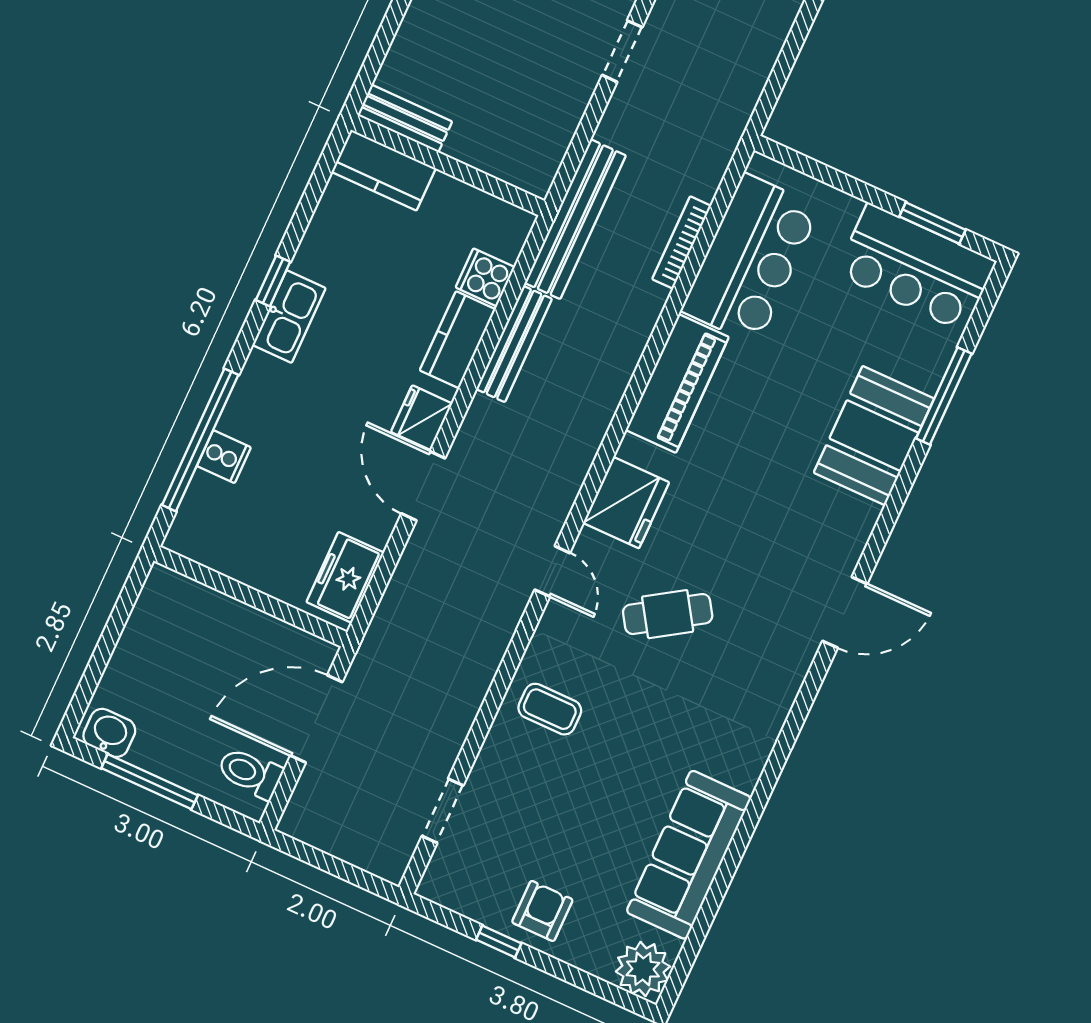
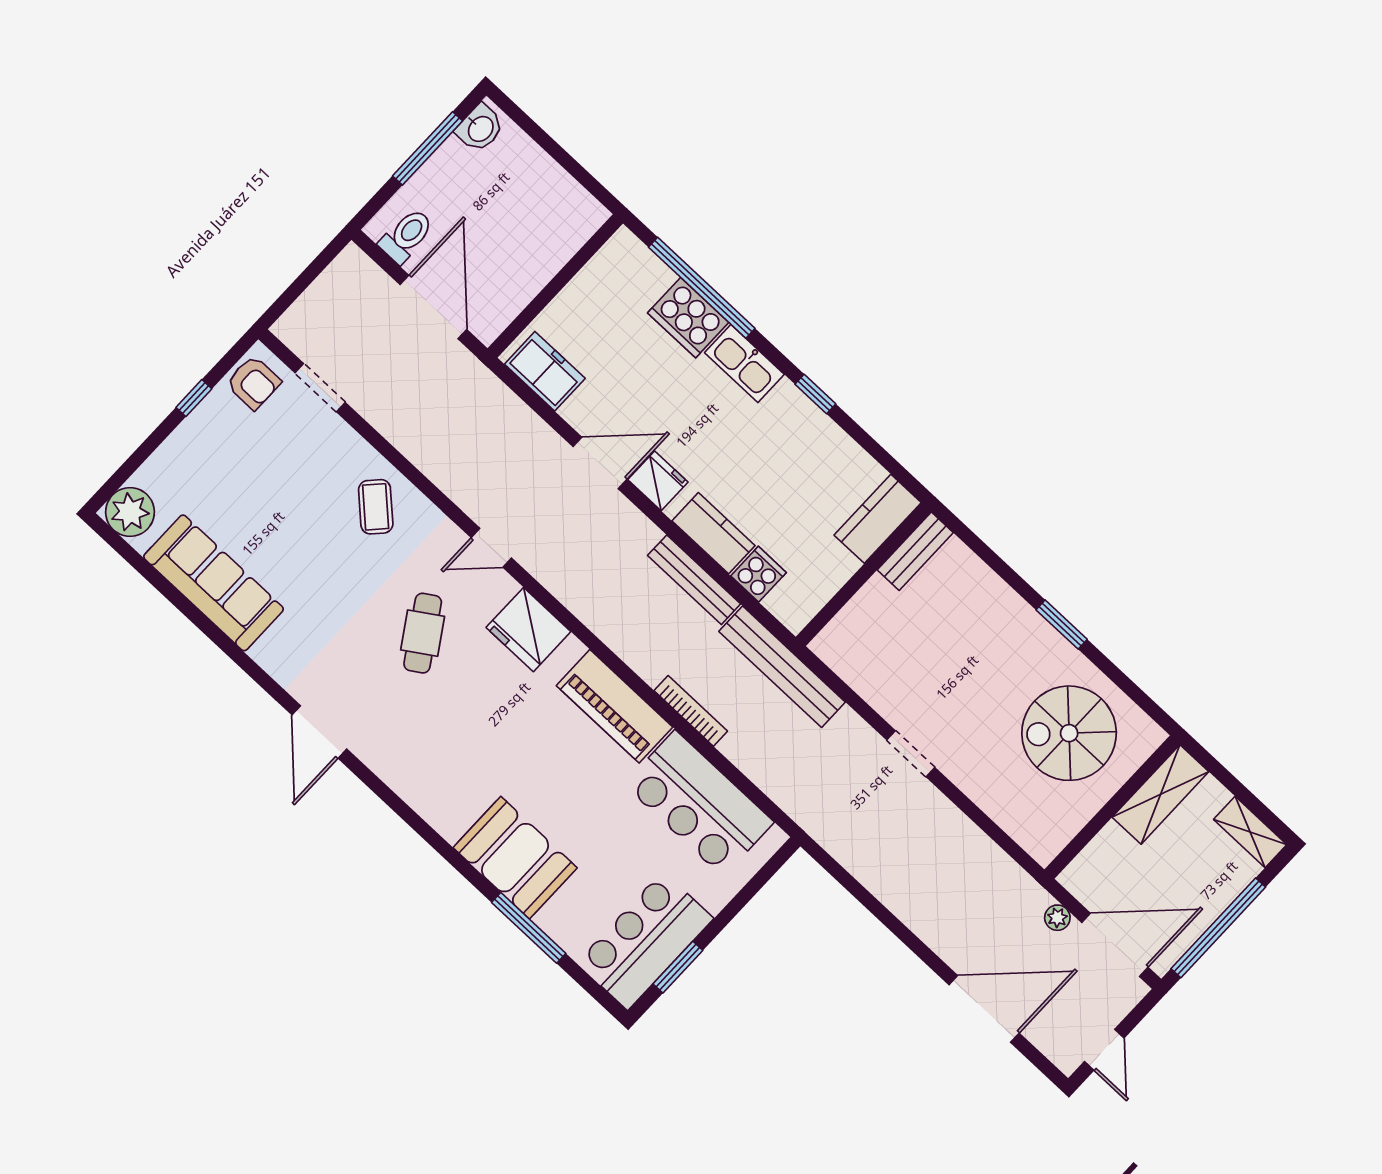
bookcase: (682, 242) -> (691, 711), moved
kitchen sink: (289, 317) -> (744, 364), moved
cooker: (224, 457) -> (688, 318), width x1.87, depth x1.31
door: (845, 612) -> (319, 732), moved
coffee table: (550, 709) -> (376, 507), turned -47
armchair: (542, 911) -> (253, 383), moved

